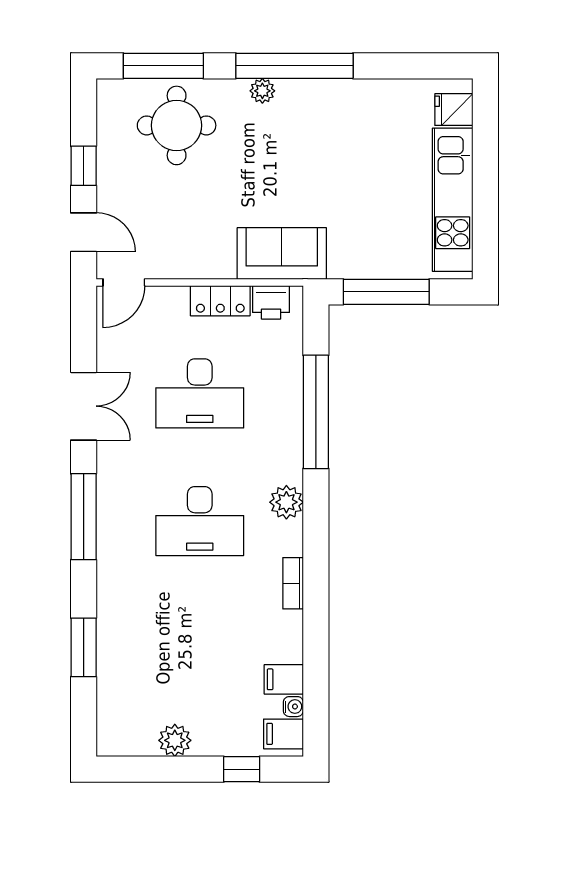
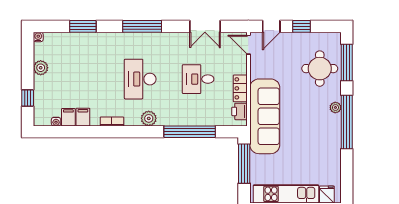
sofa: (282, 254) -> (265, 116), width x1.85, depth x1.27
desk: (200, 393) -> (198, 79), width x0.73
double door: (84, 406) -> (205, 26), moved
filing cabinet: (283, 734) -> (83, 117), moved
water cooler: (107, 746) -> (38, 37), added

